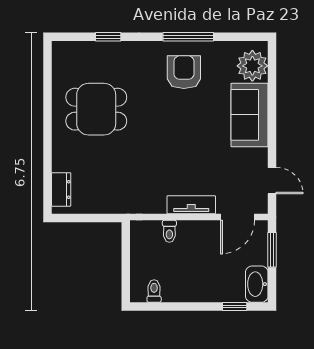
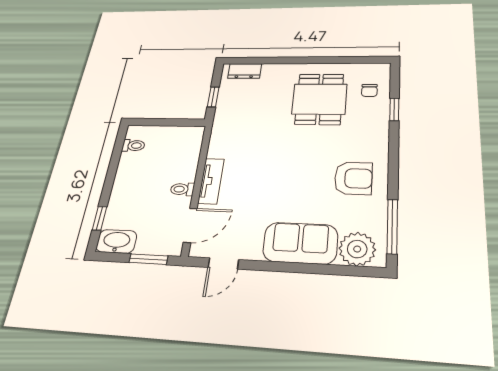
window: (188, 37) -> (392, 226), moved
chair: (86, 61) -> (369, 90), added
door: (238, 217) -> (190, 225), swing flipped
window: (94, 218) -> (213, 97), added
toilet: (169, 231) -> (182, 189), moved

